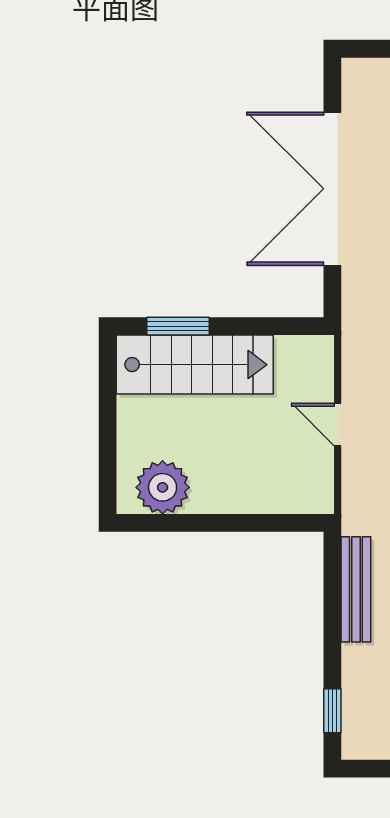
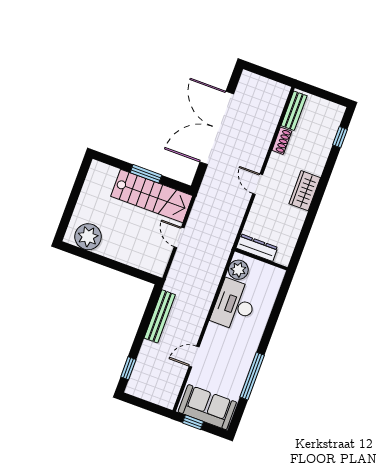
window: (178, 326) -> (146, 174), moved
stairs: (195, 365) -> (152, 196), moved

